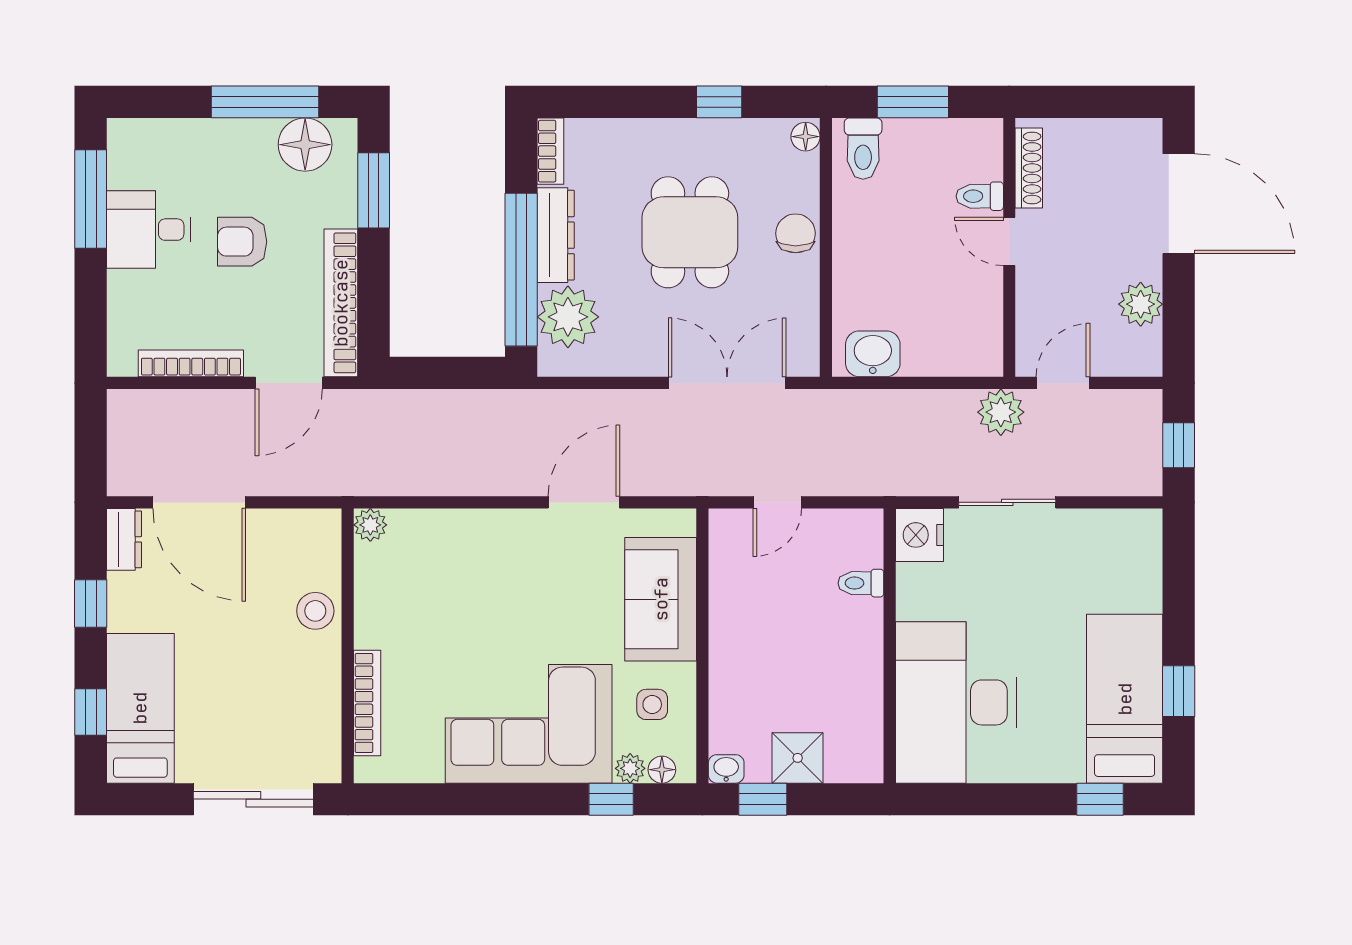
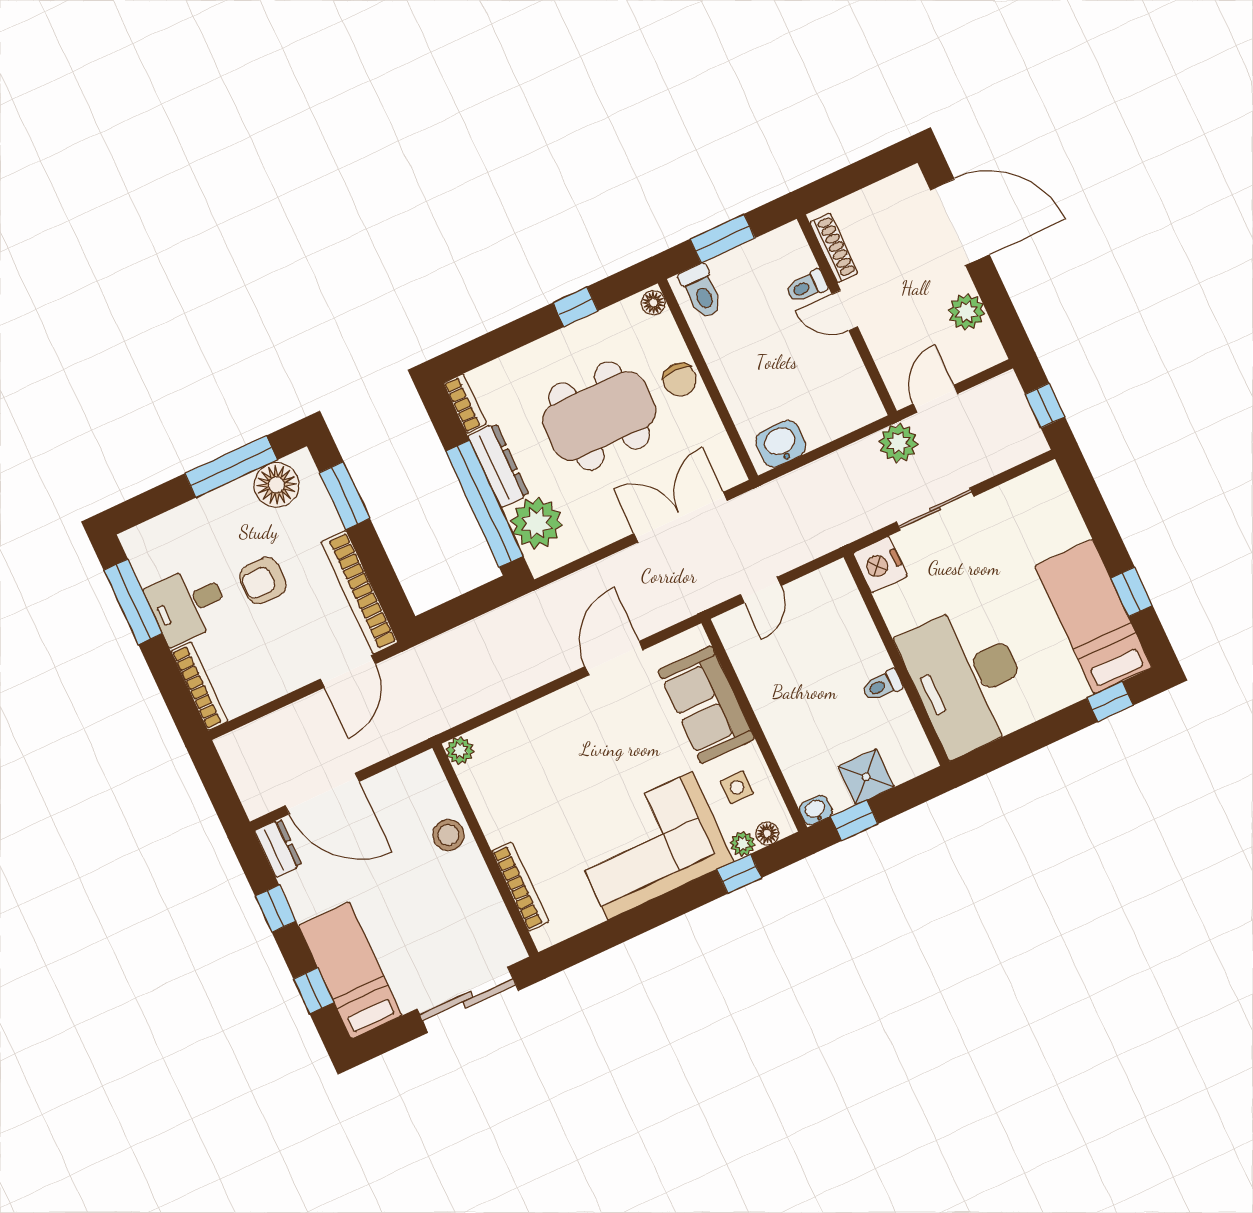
dining table: (690, 232) -> (599, 416), width x1.38
chair: (796, 233) -> (680, 380), turned 180
bookcase: (191, 363) -> (199, 686), moved, turned 90
toilet: (861, 583) -> (882, 685), moved

